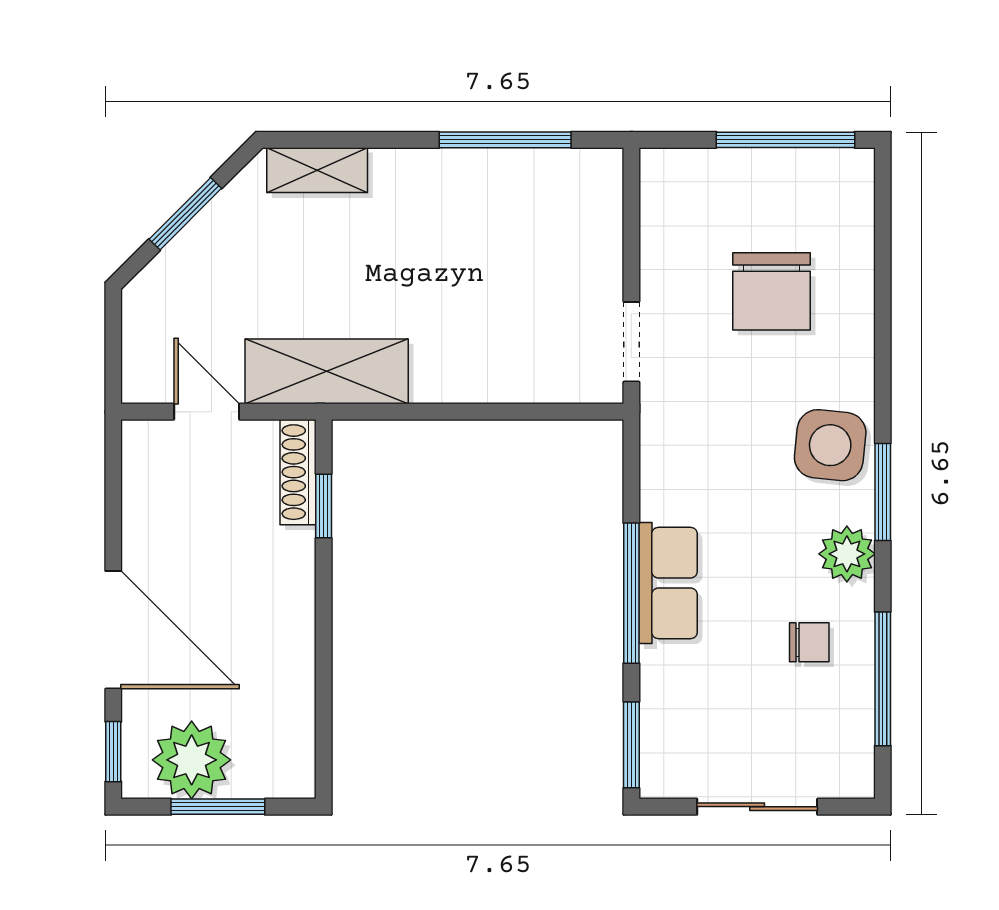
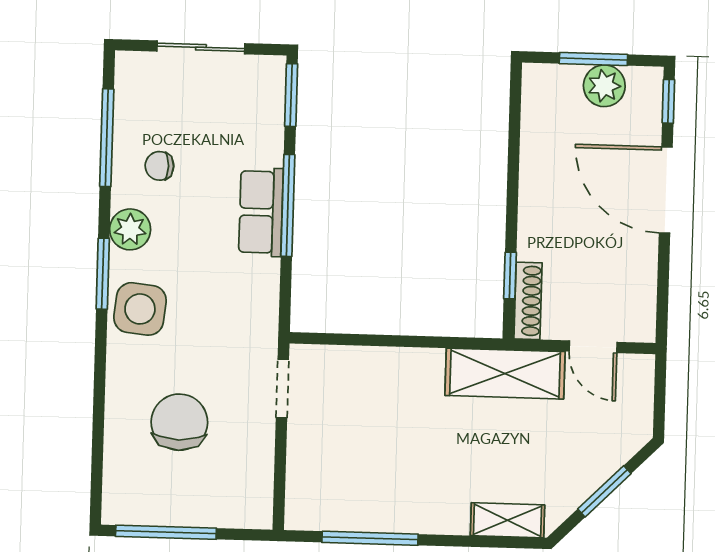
plant: (192, 760) -> (604, 86), width x0.73, depth x0.73

